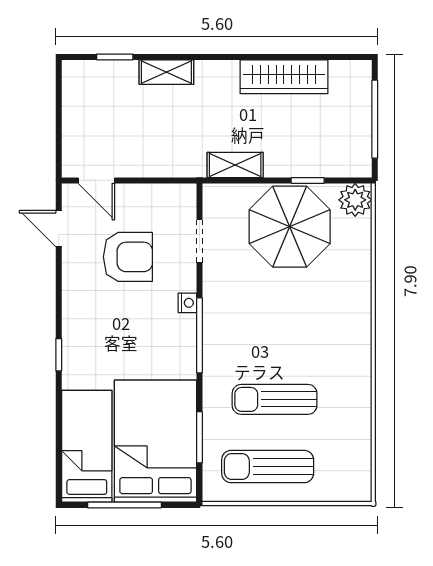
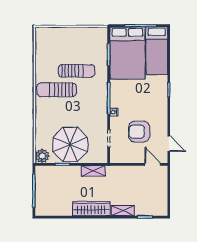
wardrobe: (284, 77) -> (91, 209), moved
sun lounger: (268, 467) -> (57, 90), moved, turned 180

